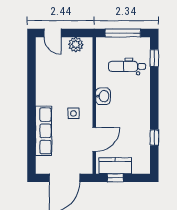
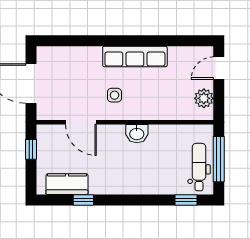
dental chair: (127, 66) -> (199, 167), moved
row of seats: (44, 131) -> (135, 56), moved
kitchen counter: (115, 166) -> (67, 184), moved, turned -90

